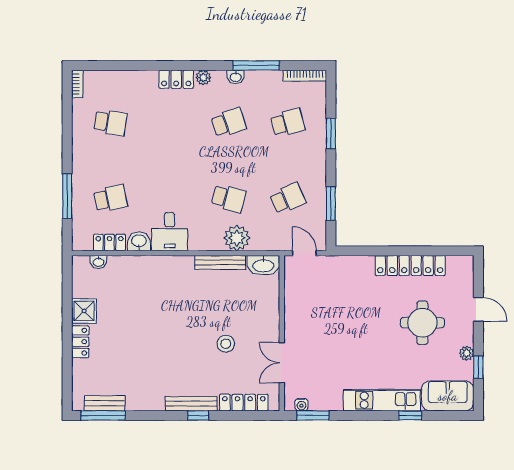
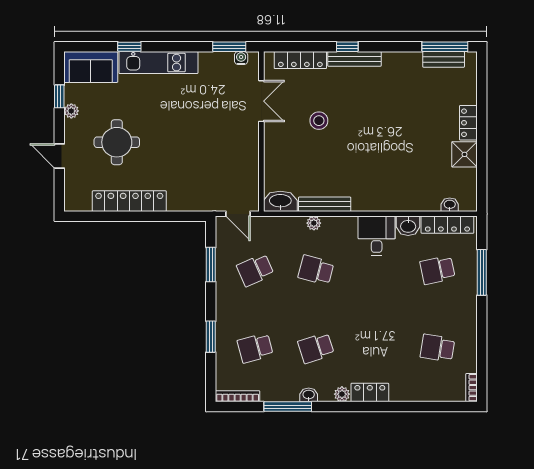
plant: (237, 238) -> (314, 223), width x0.53, depth x0.53
locker: (109, 243) -> (447, 225), width x1.53

